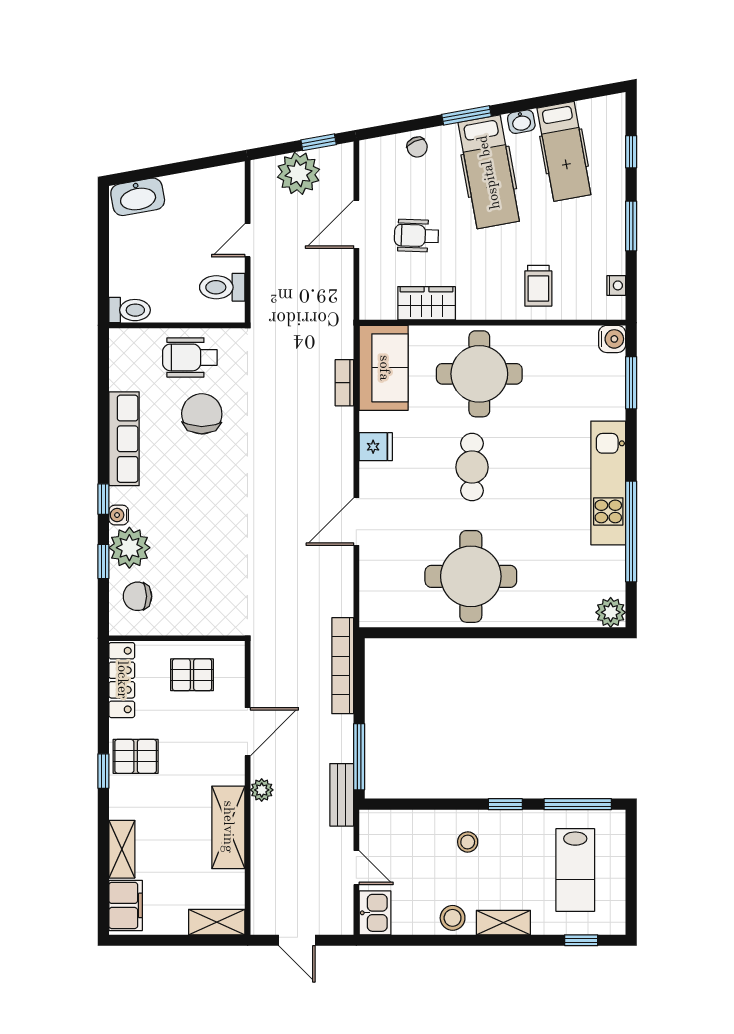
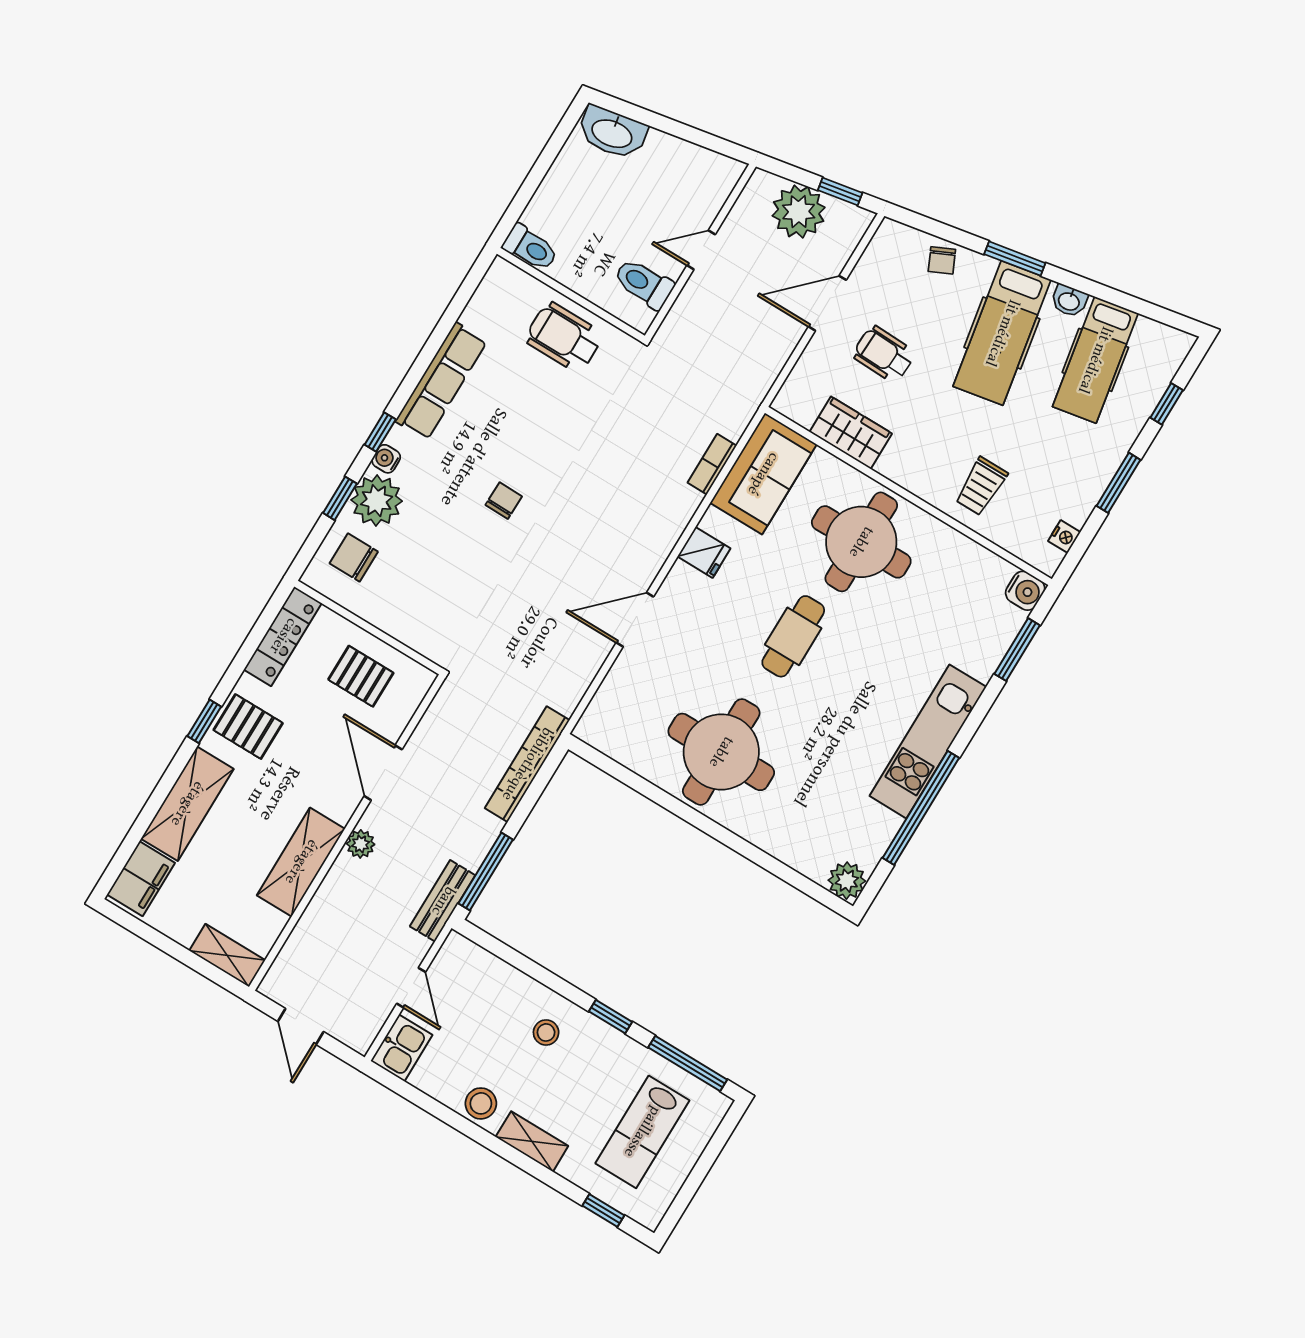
chair: (202, 414) -> (504, 501), moved, width x0.54, depth x0.54
door: (248, 732) -> (383, 773), swing flipped
shelving: (122, 849) -> (187, 804), width x1.50, depth x1.33

